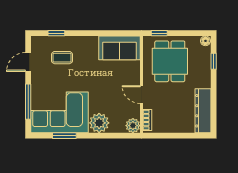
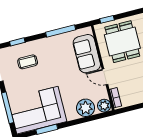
window: (106, 33) -> (61, 31), added
sofa: (119, 48) -> (87, 54), moved, turned 90
plant: (99, 123) -> (86, 108), moved

